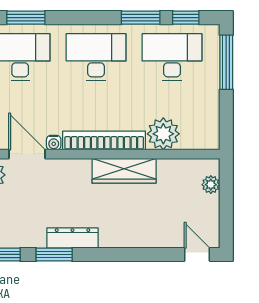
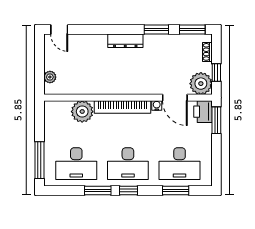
window: (186, 18) -> (128, 190), moved
wardrobe: (124, 171) -> (109, 86), removed
dresser: (72, 238) -> (125, 41), moved

